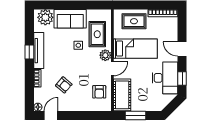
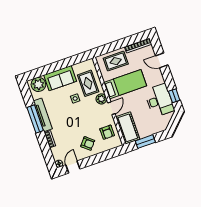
door: (182, 49) -> (162, 60), moved
window: (29, 52) -> (35, 119), width x2.17
armchair: (64, 85) -> (88, 143), moved

